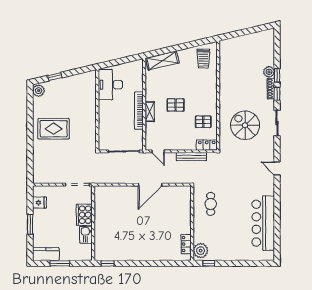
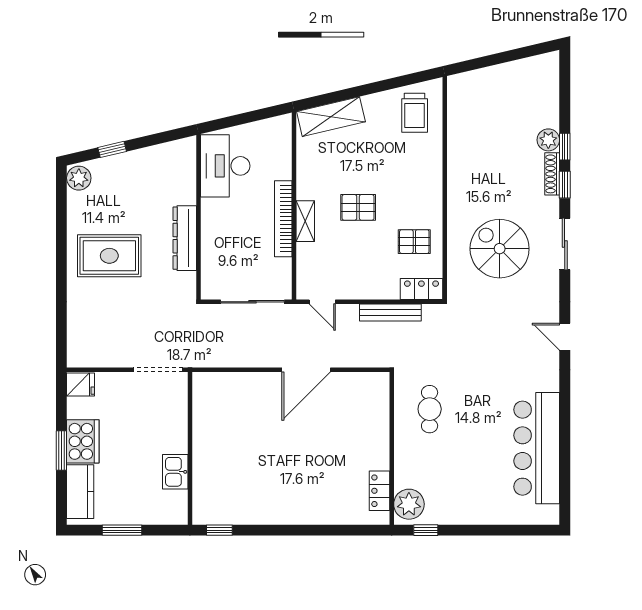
dresser: (91, 120) -> (185, 238), added
fridge: (39, 203) -> (81, 385), moved
cooker: (84, 215) -> (83, 441), moved, turned 180
kitchen counter: (46, 254) -> (80, 492), moved, turned 90

